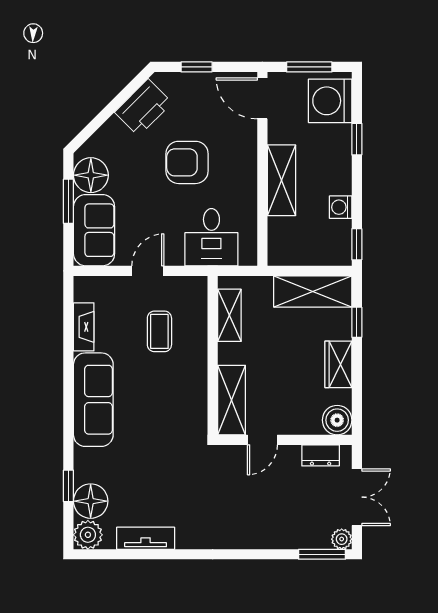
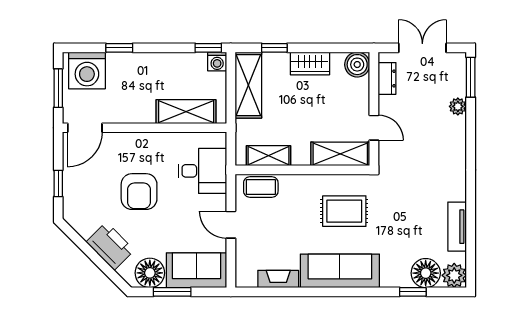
printer: (143, 108) -> (110, 246), moved
shelving: (281, 180) -> (186, 112), moved
washing machine: (341, 207) -> (217, 61), moved
coffee table: (159, 331) -> (261, 187), moved
rug: (164, 405) -> (344, 211), added
plant: (342, 539) -> (458, 106), moved

